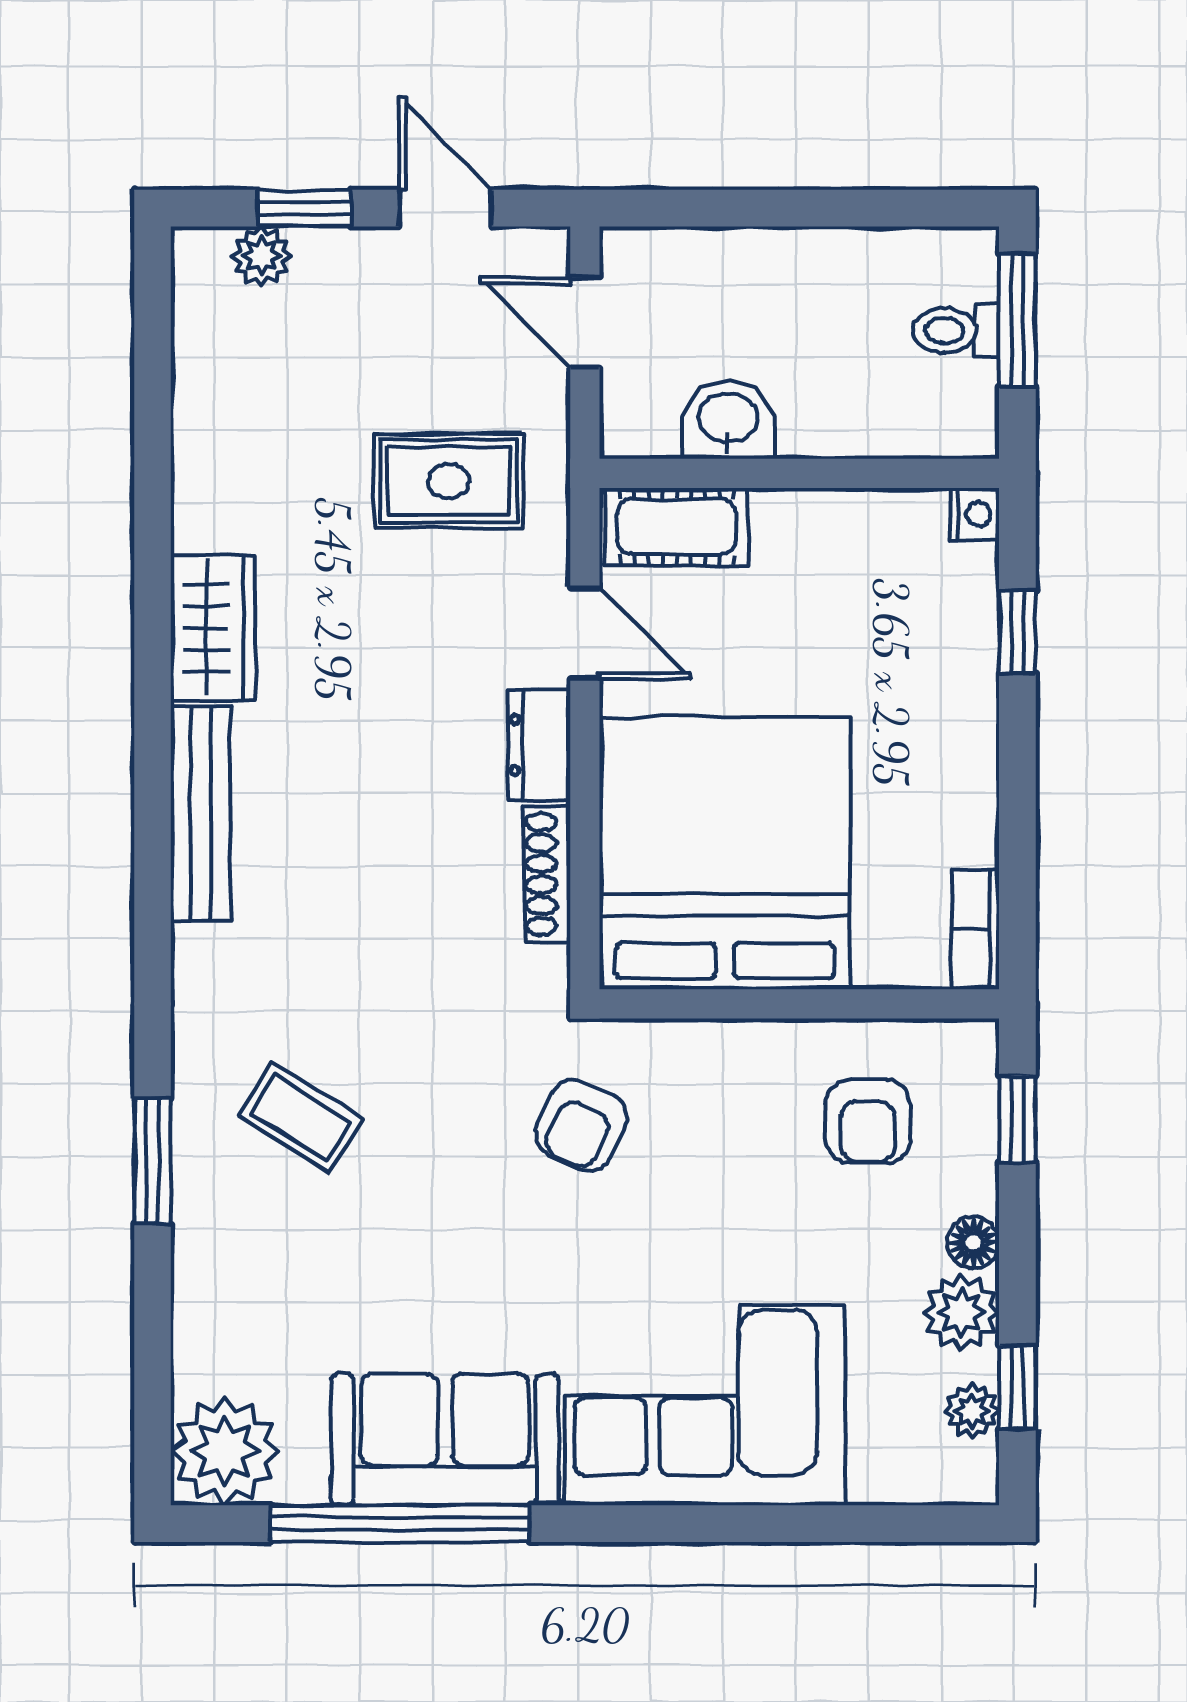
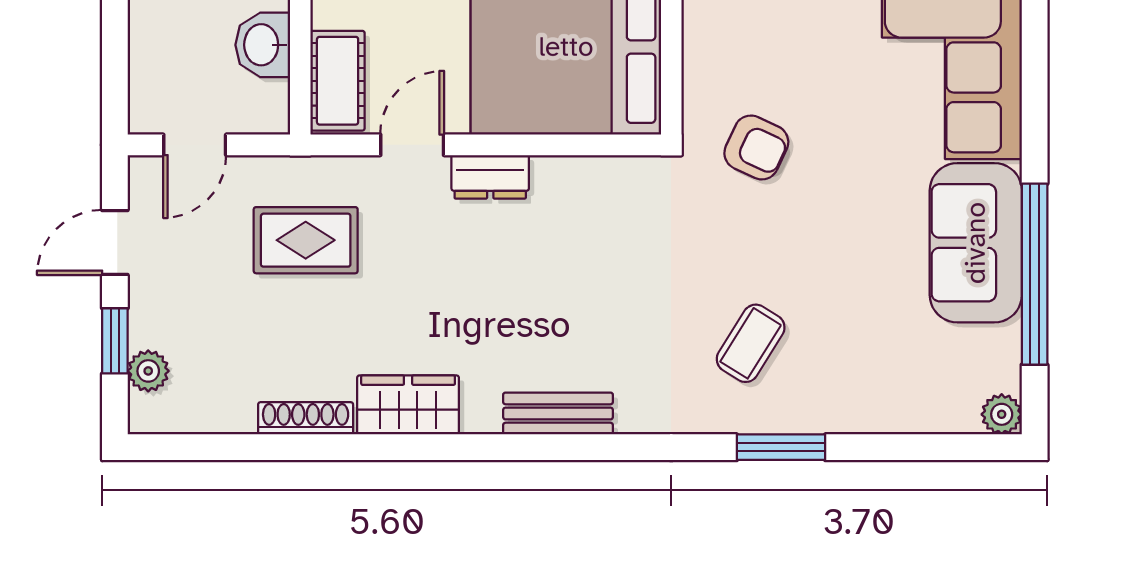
rug: (449, 481) -> (306, 240), turned 90
bench: (201, 813) -> (558, 414), width x0.73
shoe rack: (547, 874) -> (306, 418), moved, turned 180
plant: (225, 1451) -> (1002, 414), width x0.53, depth x0.53

